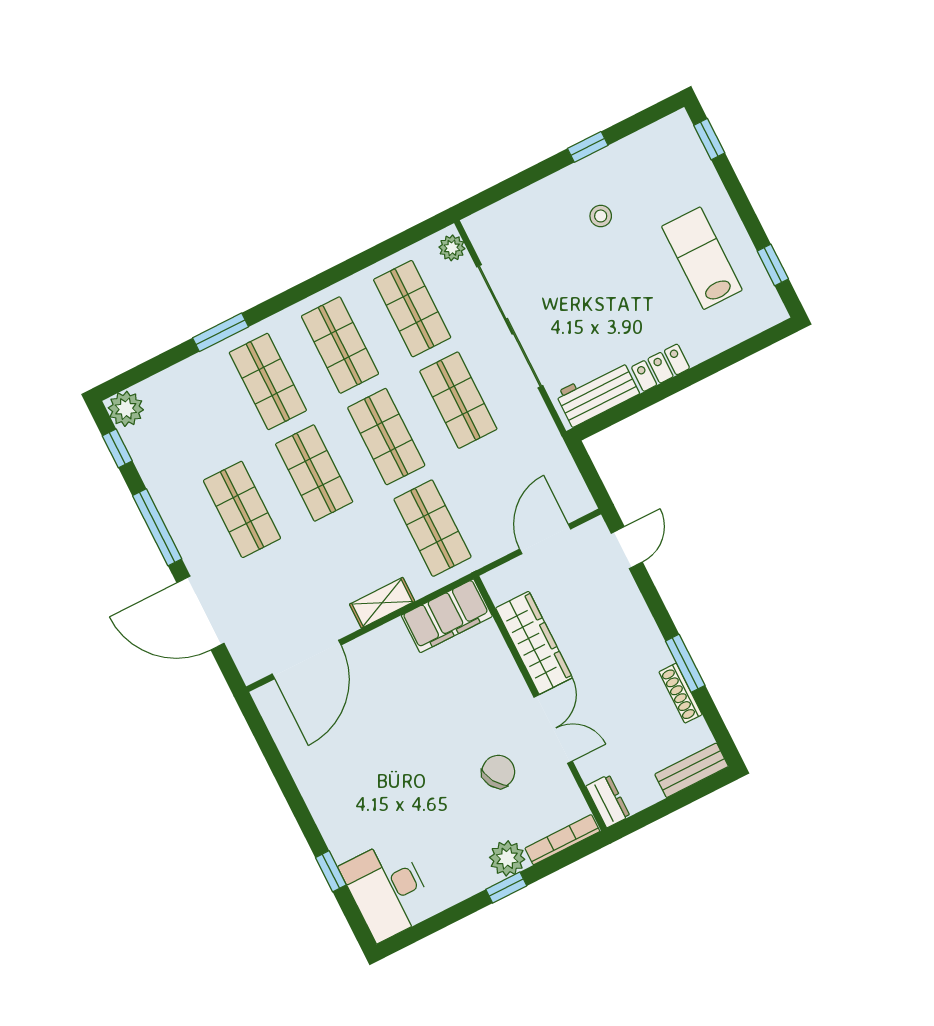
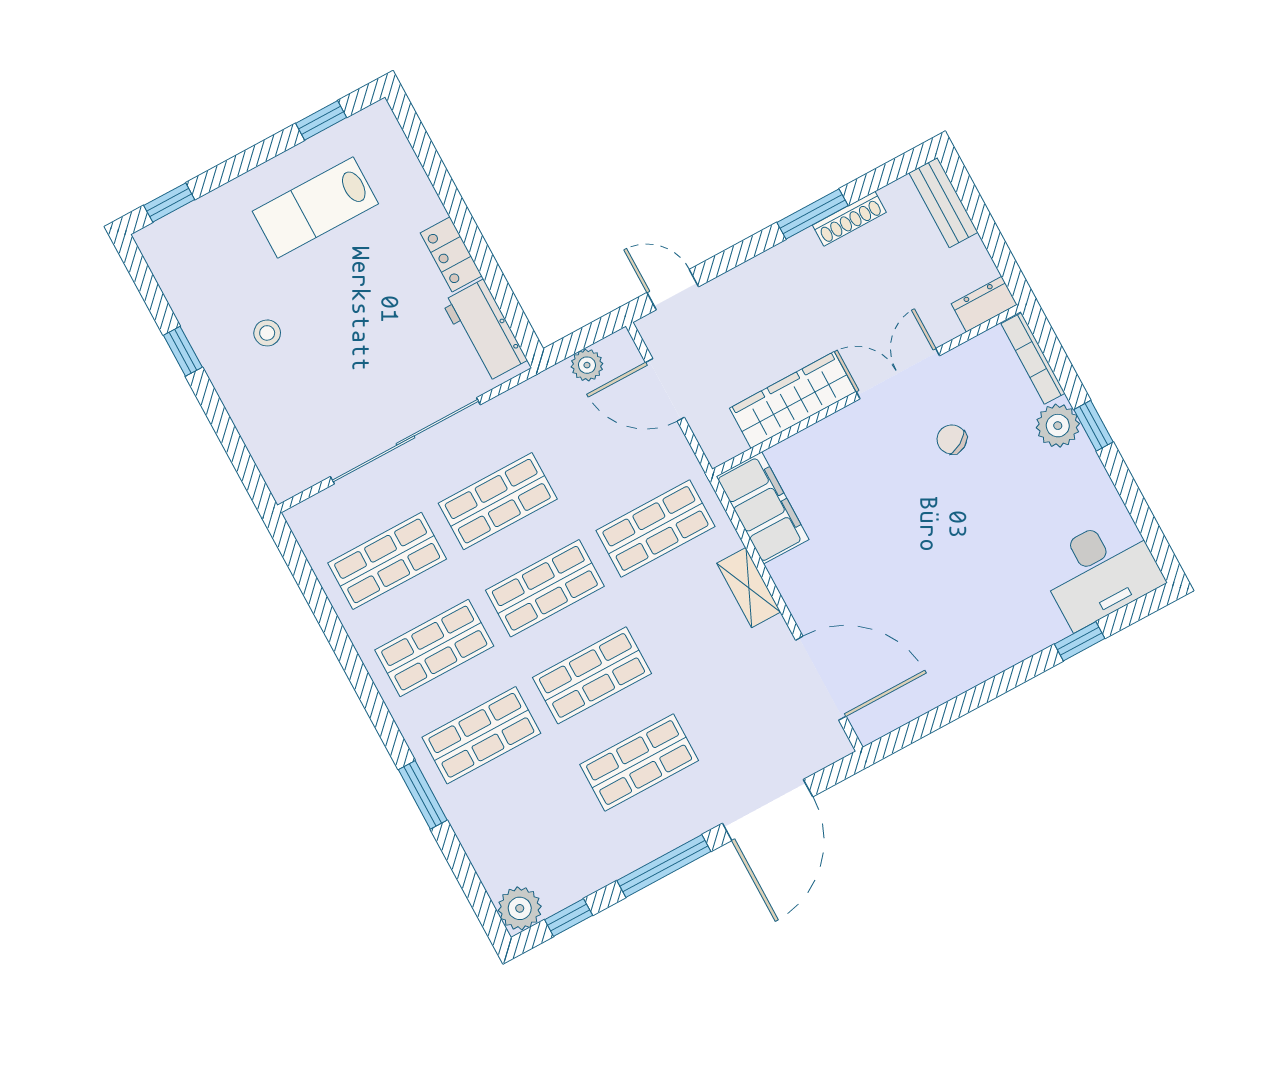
plant: (452, 248) -> (587, 365), moved
chair: (498, 772) -> (952, 439), width x0.73, depth x0.73

